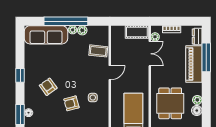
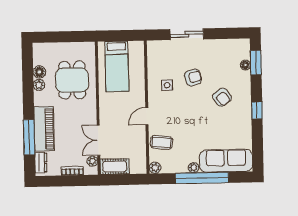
plant: (82, 30) -> (155, 168), moved

